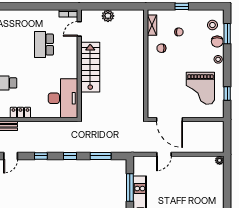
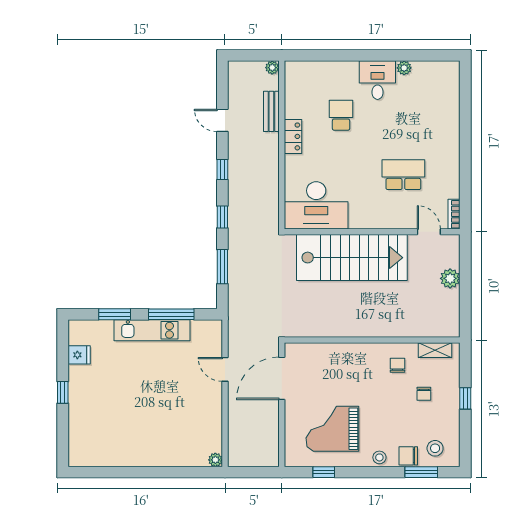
stairs: (90, 67) -> (352, 258), width x1.36, depth x1.51

